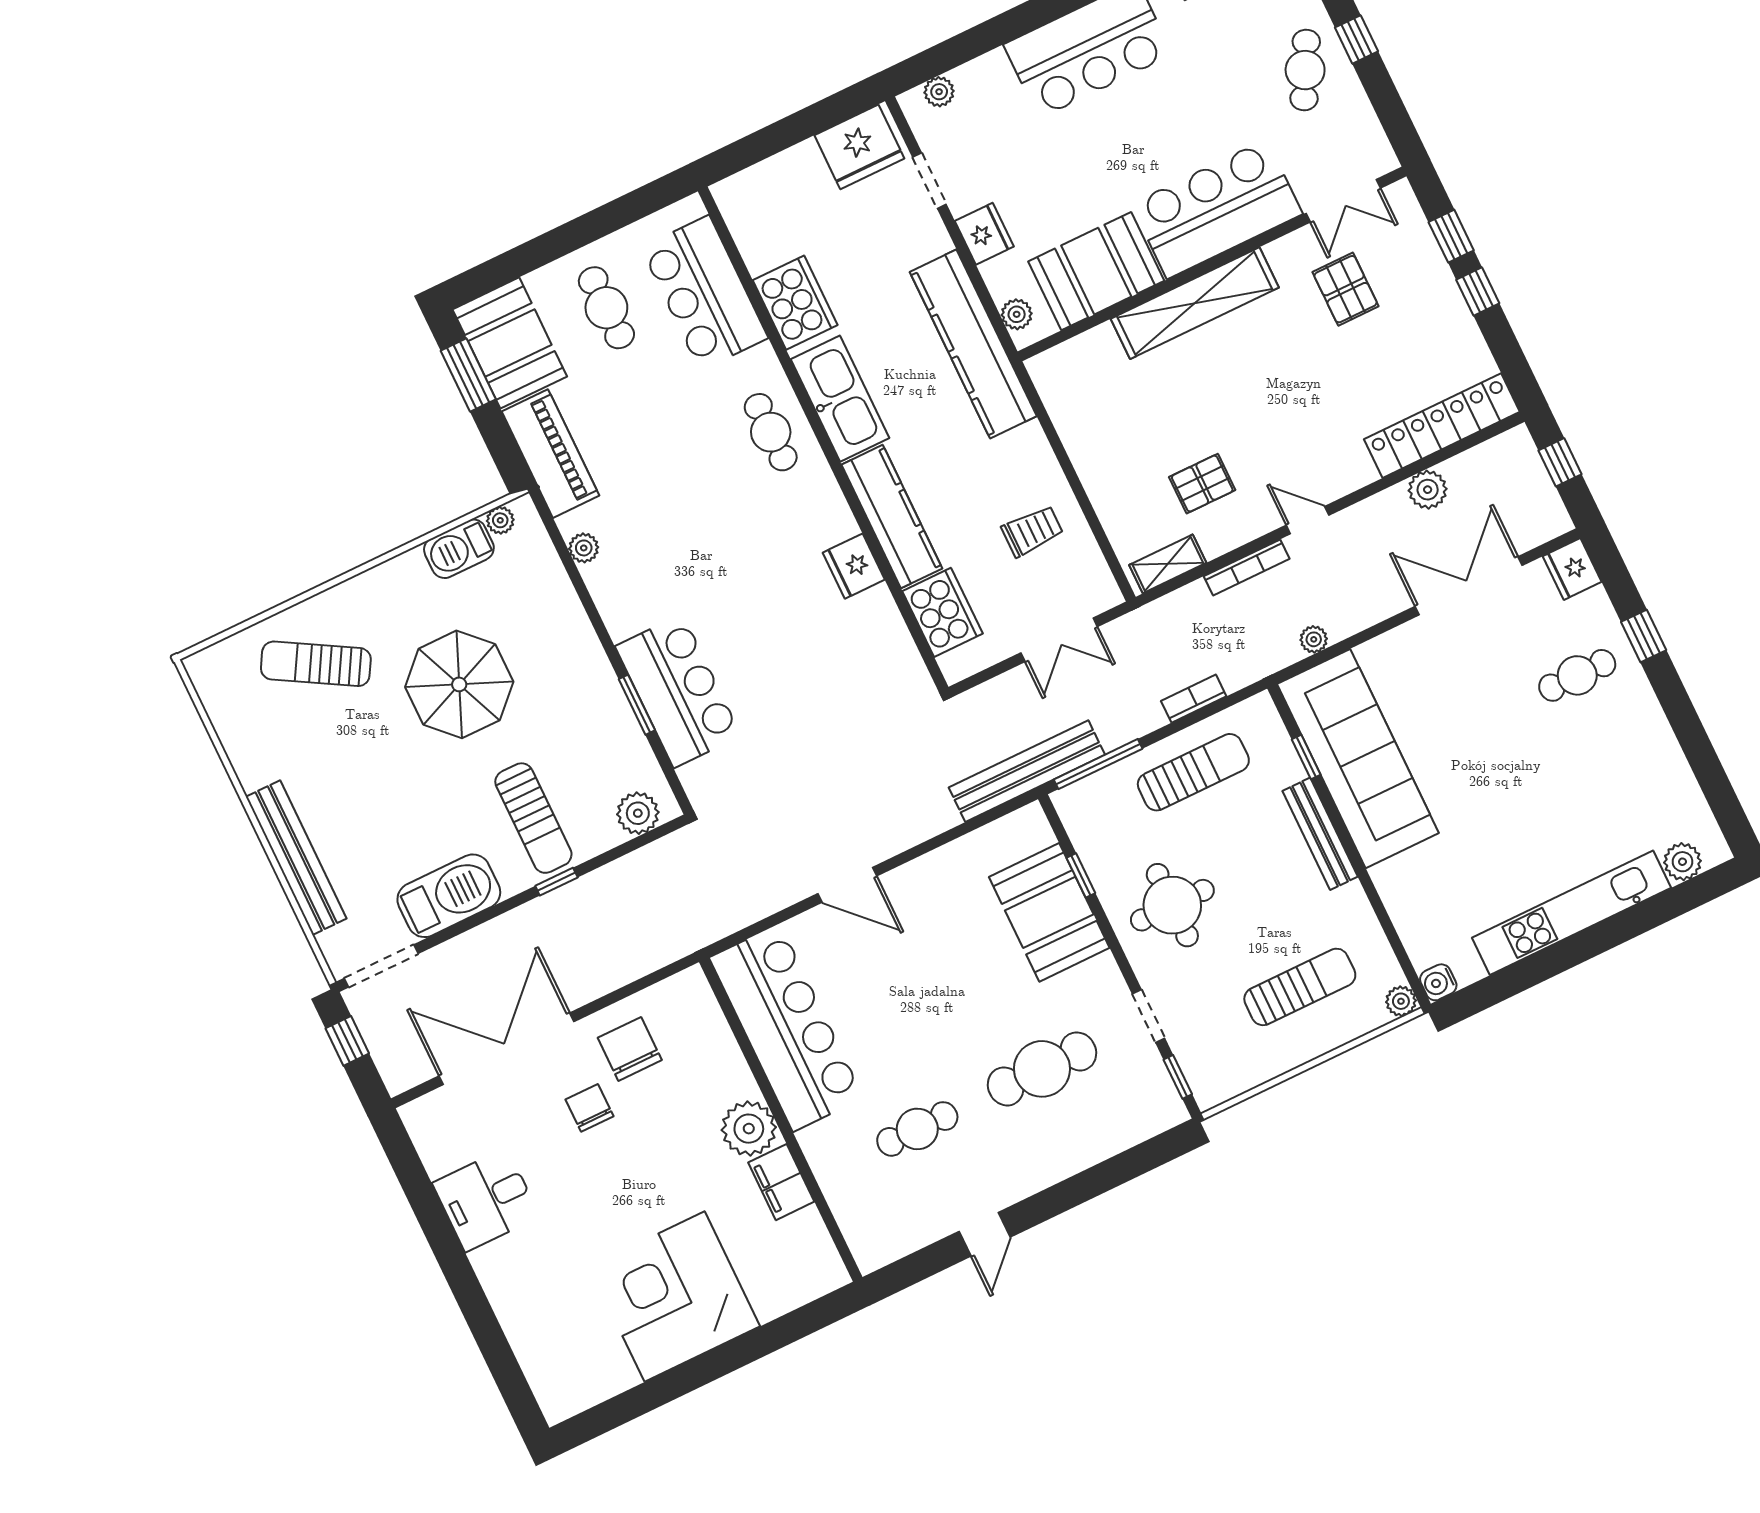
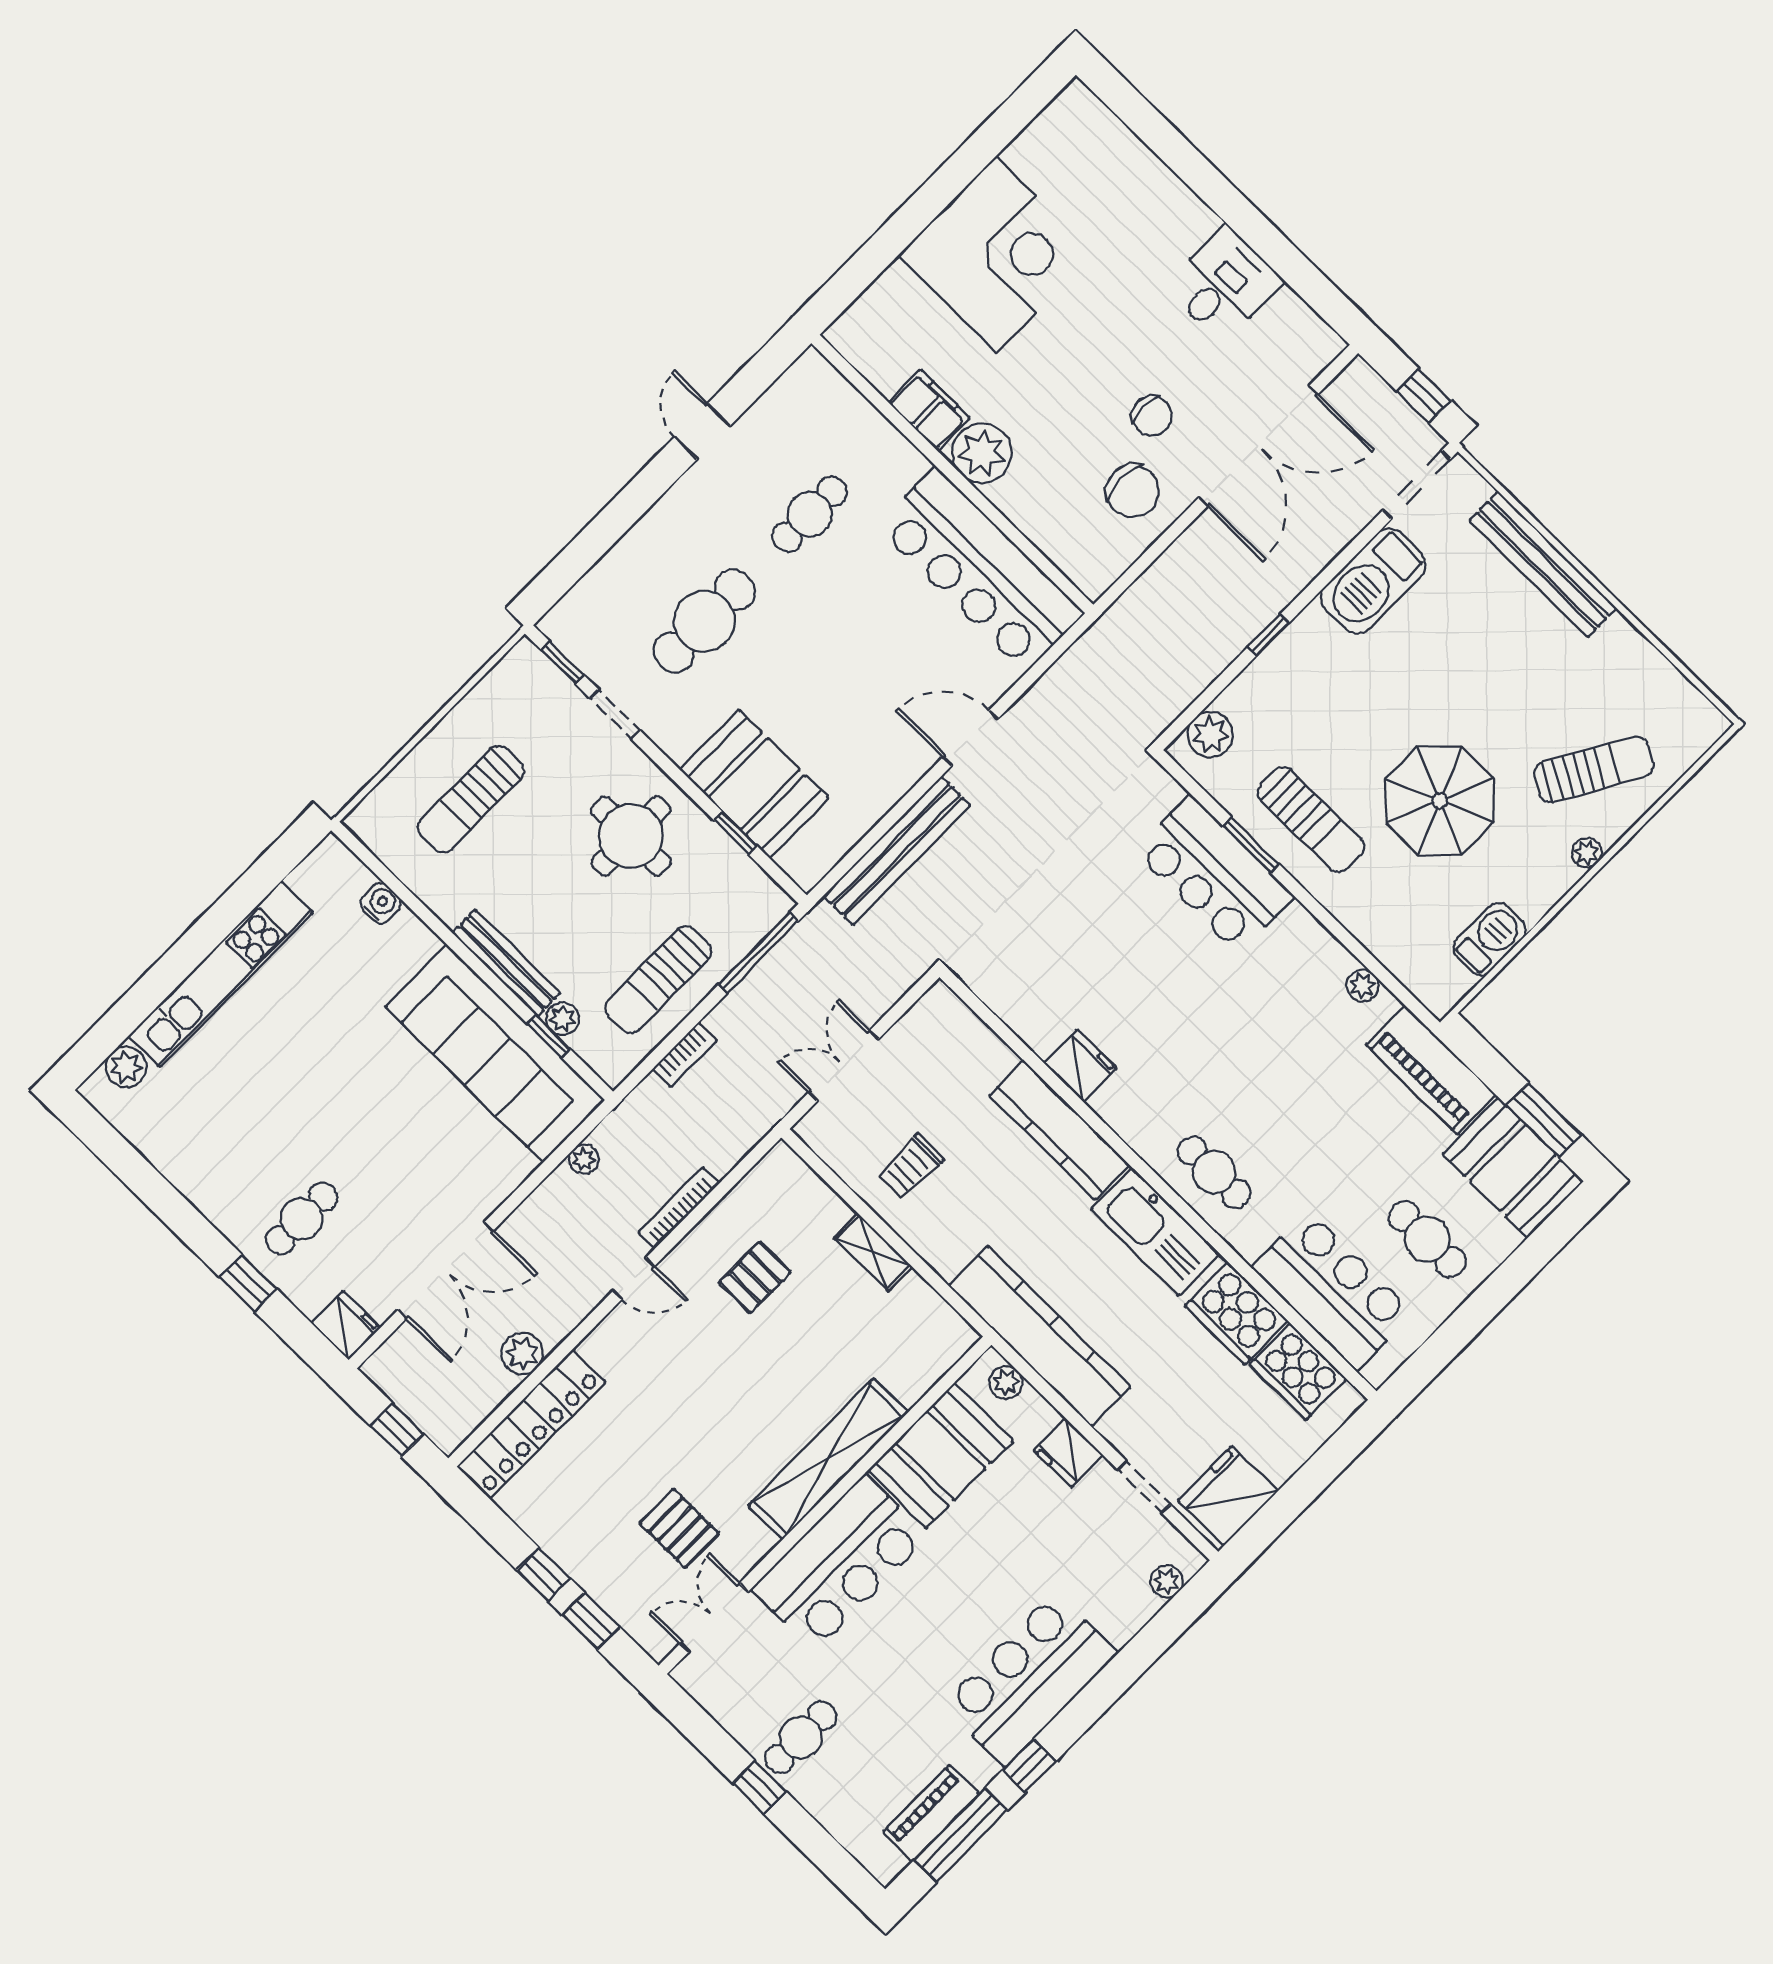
cafe table: (1305, 70) -> (801, 1737), turned 62
plant: (500, 520) -> (1587, 853), moved
shelving: (1168, 564) -> (873, 1252), moved, turned 90
cooker: (942, 612) -> (1298, 1372), moved
bench: (1027, 771) -> (897, 851), moved
sun lounger: (533, 818) -> (1311, 820), moved, turned 180
water cooler: (1438, 982) -> (381, 903), moved
plant: (1401, 1001) -> (563, 1019), moved

